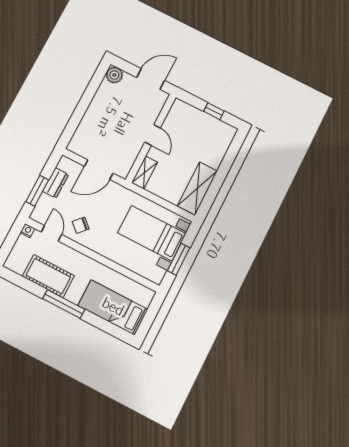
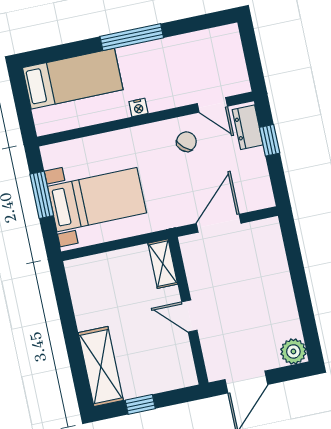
dresser: (56, 183) -> (248, 127), moved
shelving: (197, 188) -> (101, 367), moved
window: (37, 191) -> (270, 140), width x0.67
nightstand: (28, 231) -> (138, 108), moved
cot: (48, 276) -> (175, 54), removed

